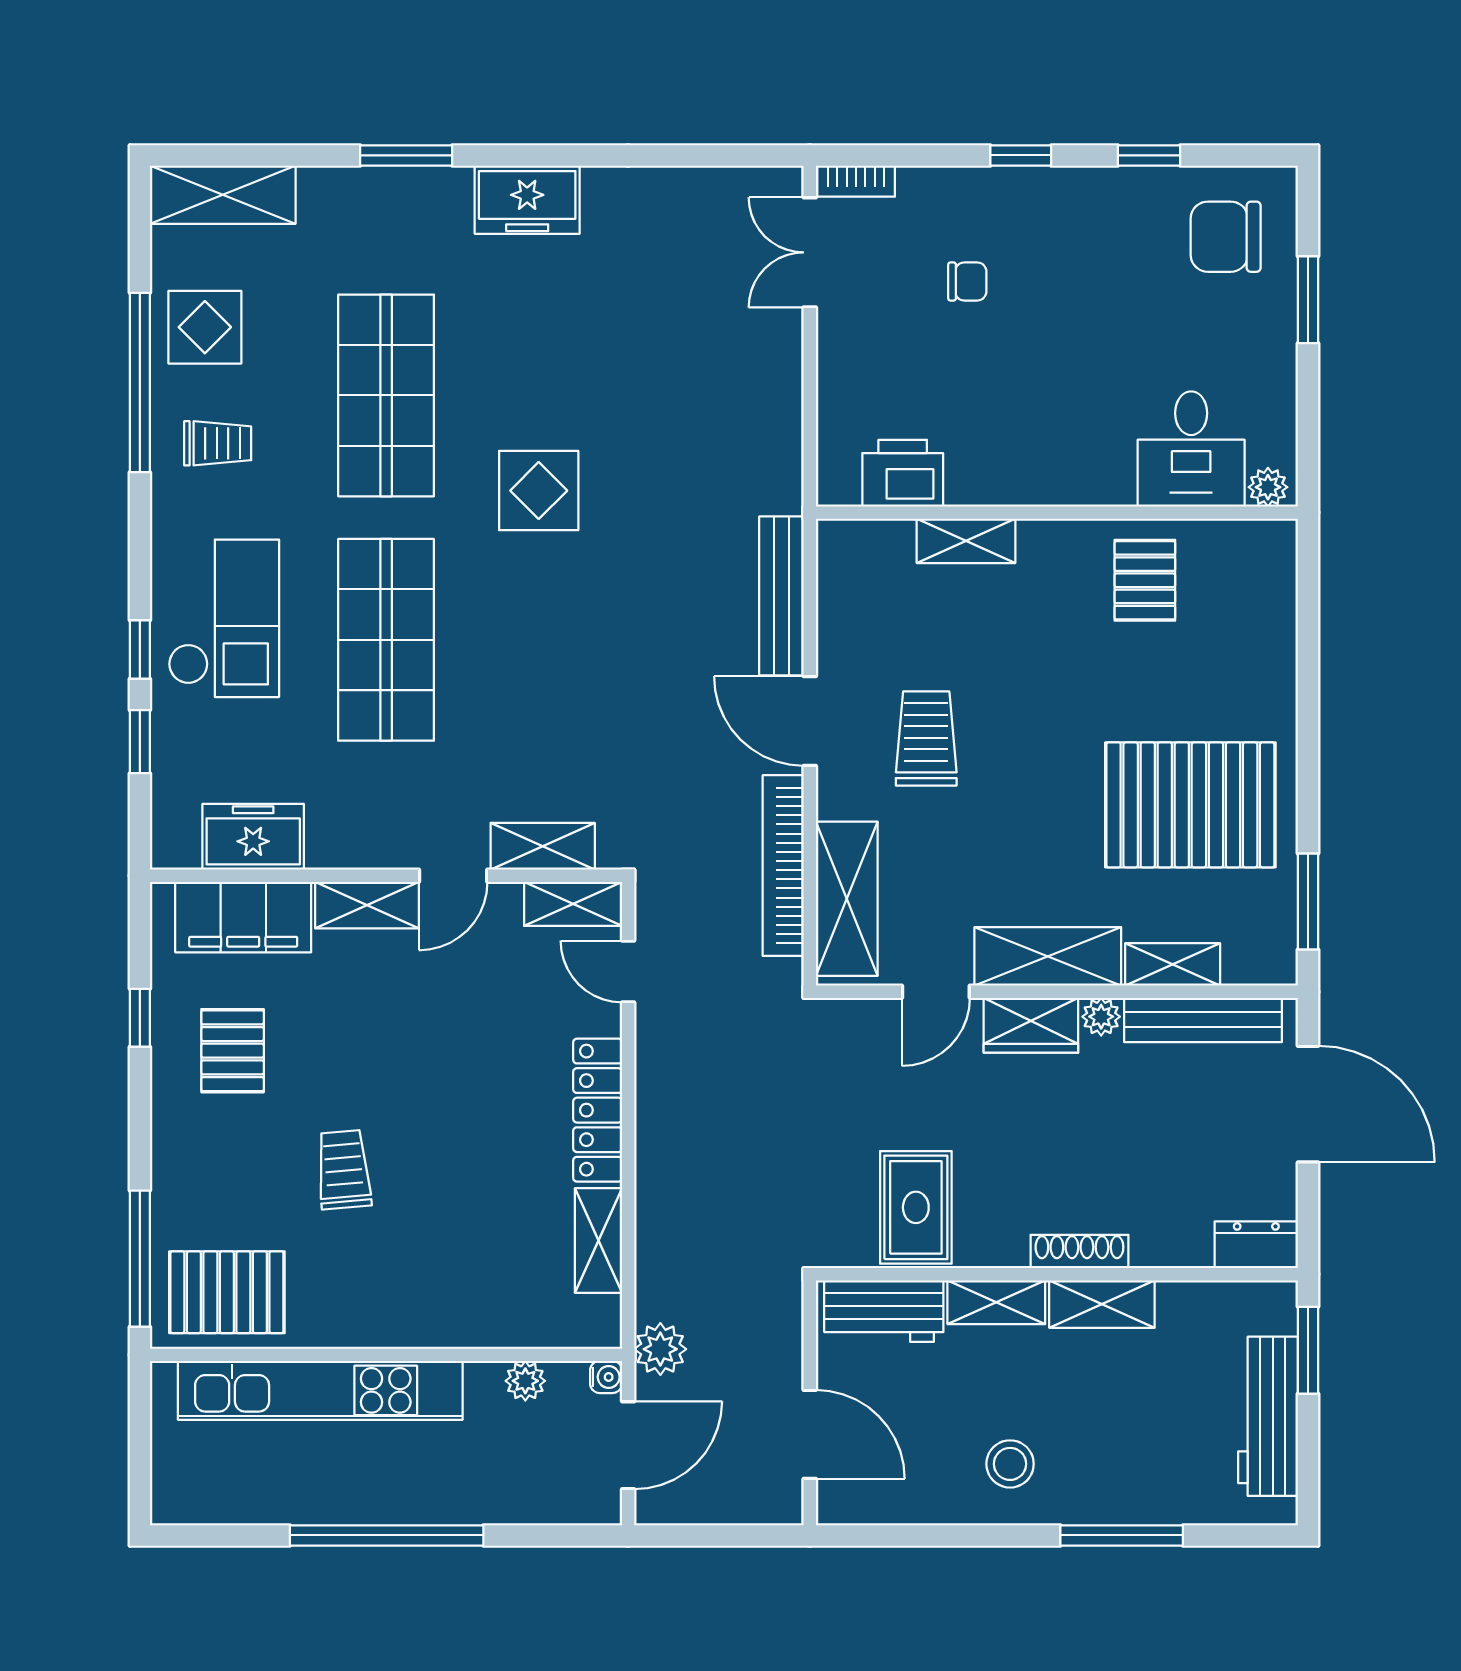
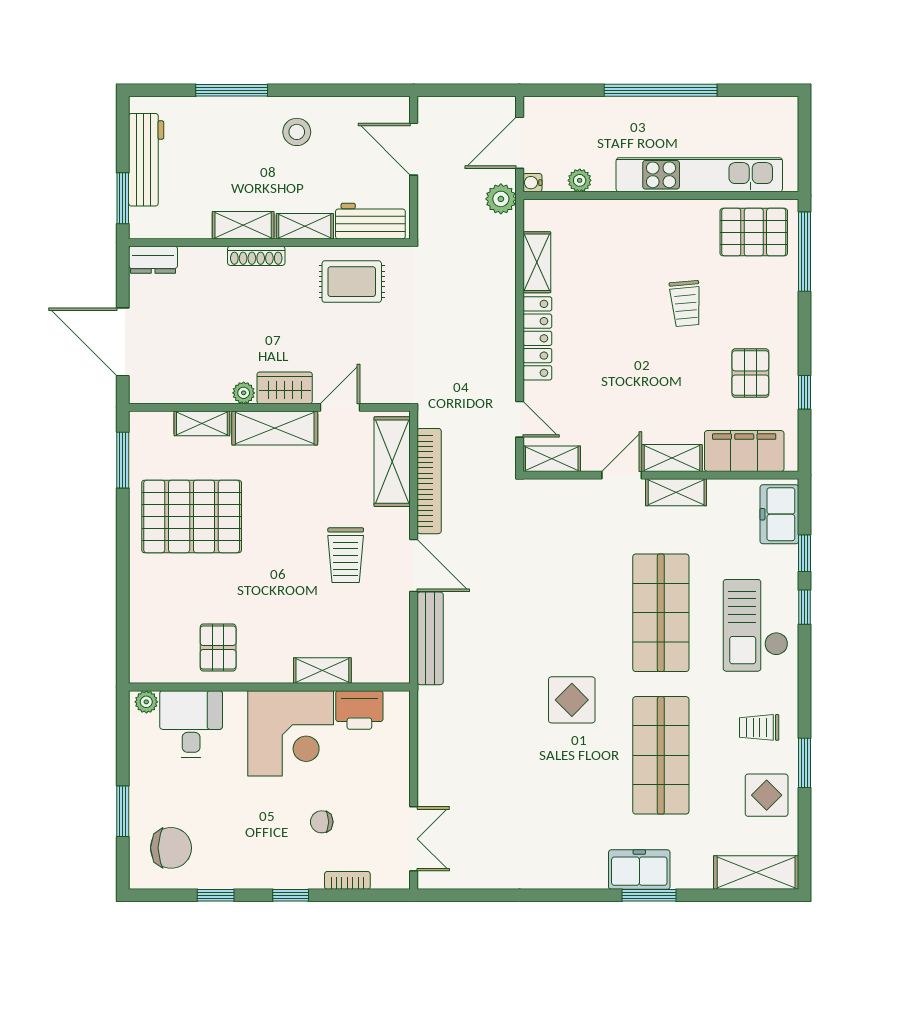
bookcase: (856, 181) -> (347, 880), moved
freezer: (527, 200) -> (639, 870), moved
window: (140, 383) -> (804, 763), width x0.47
corner desk: (1020, 433) -> (291, 733), added
freezer: (253, 837) -> (779, 514), moved, turned 90
shelving: (543, 846) -> (676, 492), moved
bench: (1203, 1020) -> (184, 391), removed
rug: (916, 1207) -> (352, 282), turned 90

